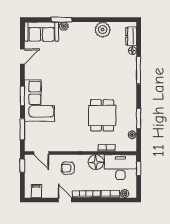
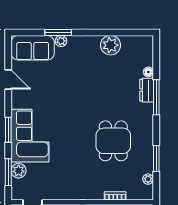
dresser: (131, 36) -> (147, 90), moved
door: (22, 57) -> (8, 80), hinge flipped
dining table: (102, 115) -> (113, 141), moved
plant: (30, 128) -> (19, 171), added

